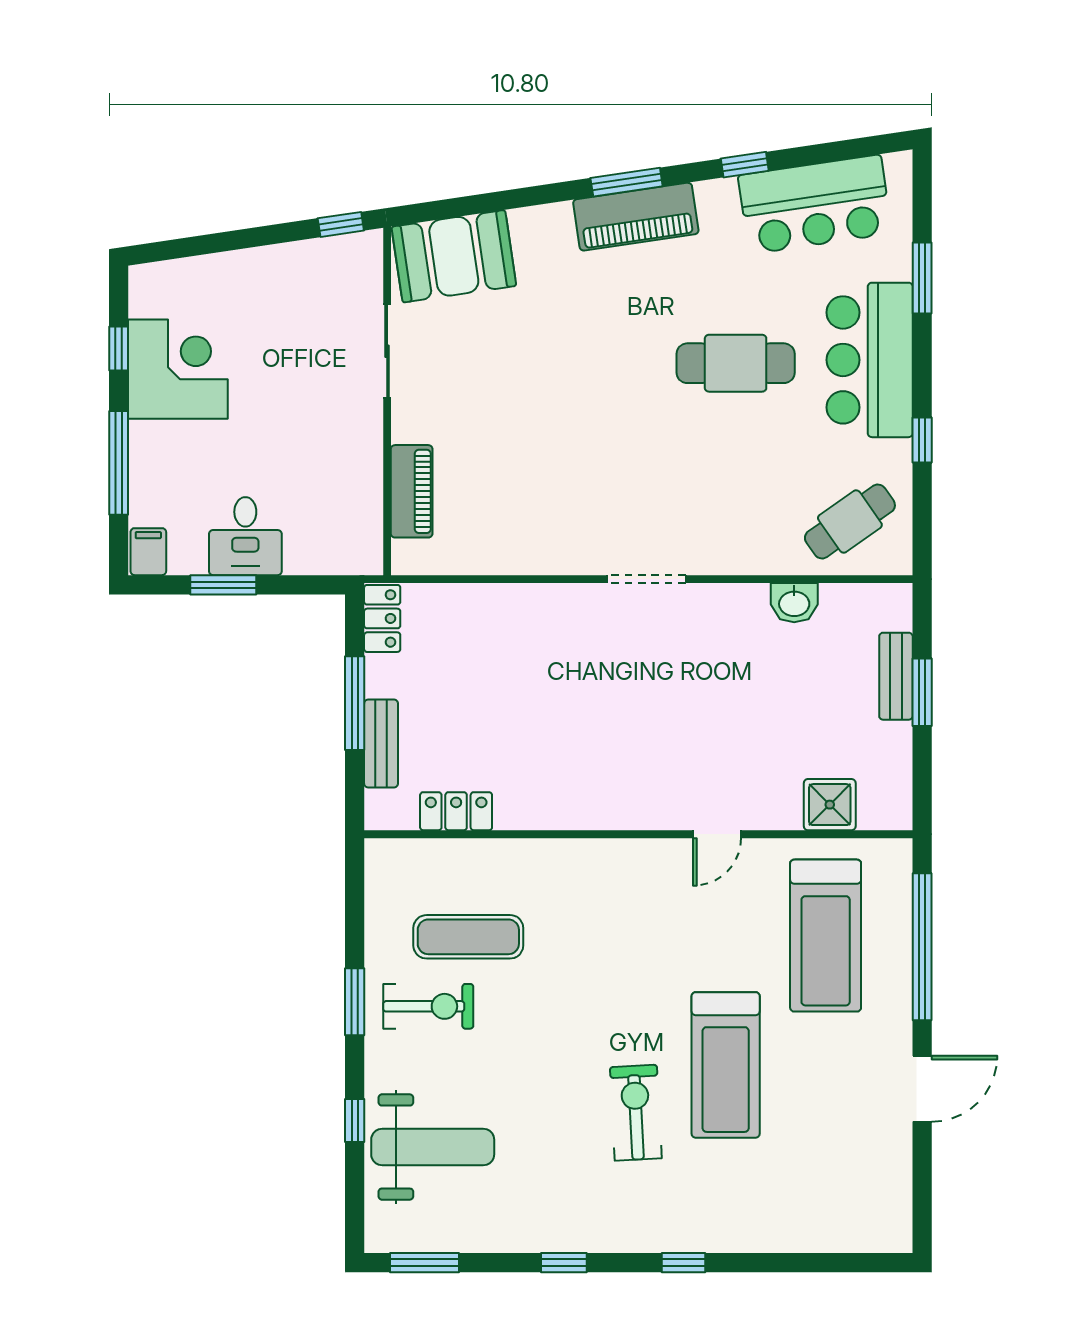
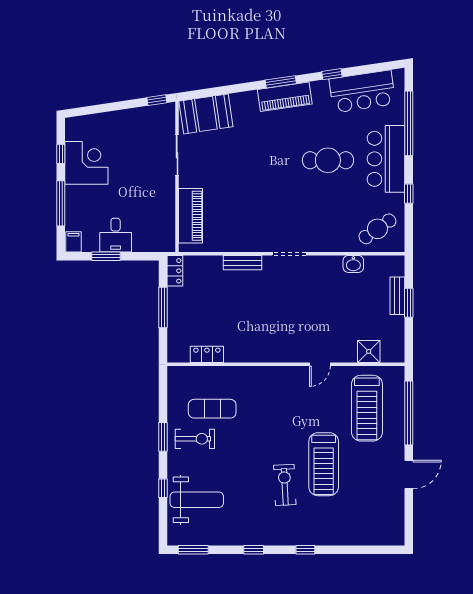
window: (922, 278) -> (409, 123), width x2.11
piano: (412, 491) -> (191, 216), width x1.37, depth x1.33
bench: (381, 743) -> (243, 263), moved, turned 90

